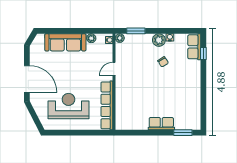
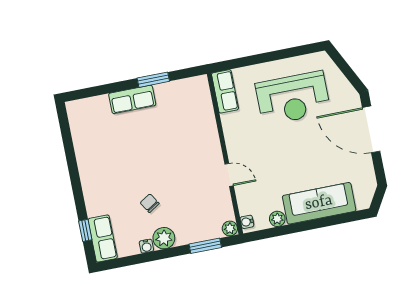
door: (114, 69) -> (229, 175), hinge flipped
row of seats: (107, 105) -> (225, 91), width x0.50
window: (183, 133) -> (153, 80), moved

